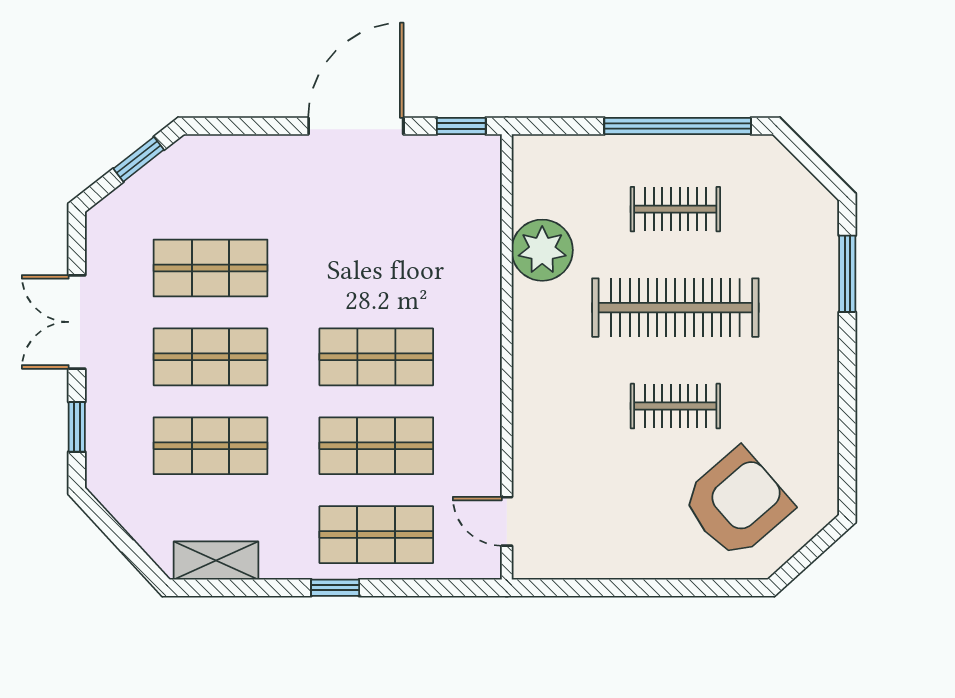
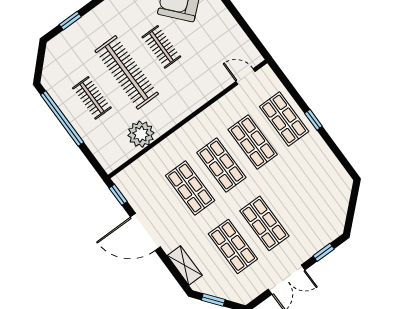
window: (847, 274) -> (70, 21), width x0.67
shop shelf: (211, 446) -> (190, 188), moved
door: (507, 521) -> (246, 76), swing flipped
shelving: (216, 560) -> (185, 265), moved

